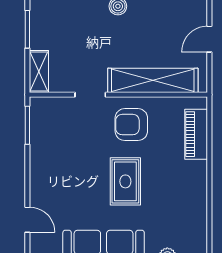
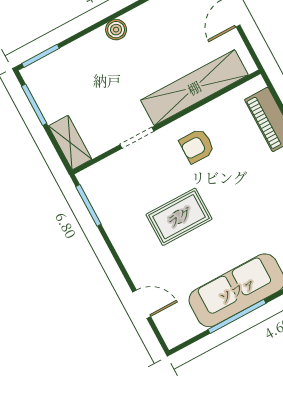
armchair: (131, 125) -> (197, 146), width x0.72, depth x0.72
rug: (125, 181) -> (179, 217), moved, turned 90

